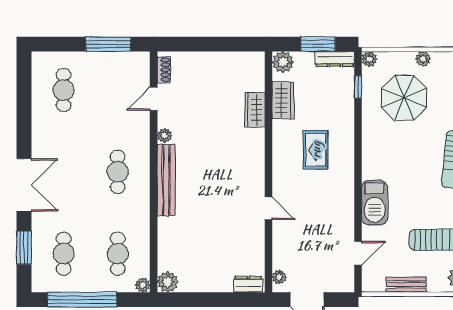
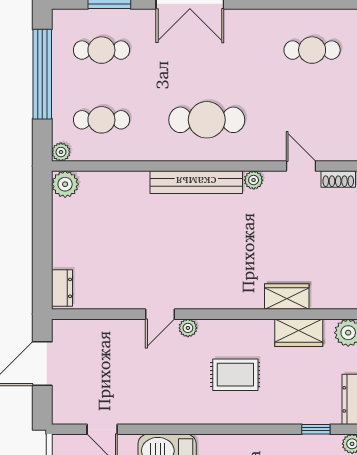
cafe table: (118, 172) -> (207, 120), width x1.37, depth x1.35
plant: (279, 277) -> (188, 328), moved

